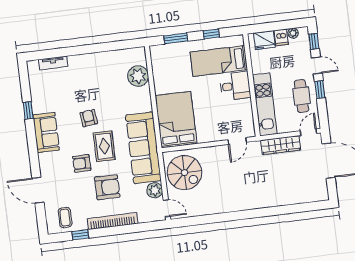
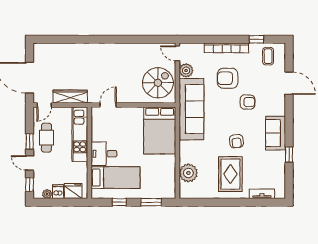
rug: (104, 146) -> (230, 174), moved, width x1.36, depth x1.43
spiral stairs: (184, 173) -> (158, 83), turned 90

